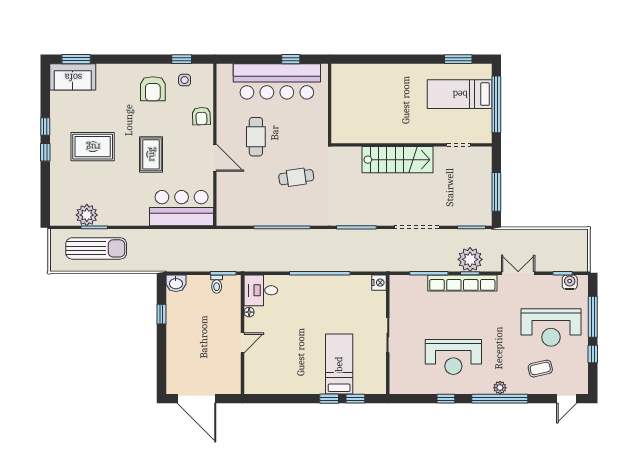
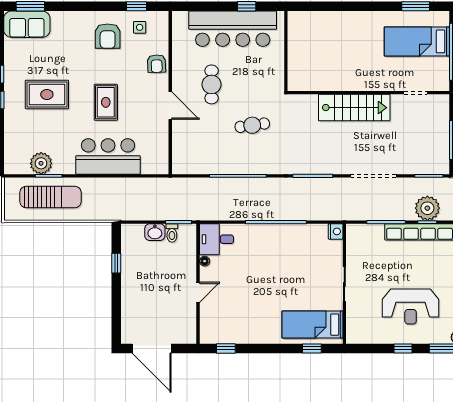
bar counter: (182, 208) -> (108, 156), moved
washbasin: (176, 283) -> (155, 232), moved
bed: (339, 364) -> (313, 325), moved, turned -90
window: (329, 399) -> (226, 348), moved

